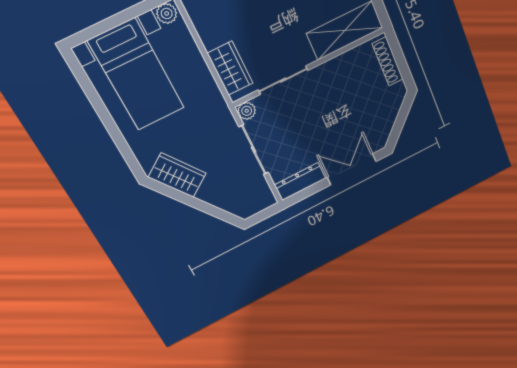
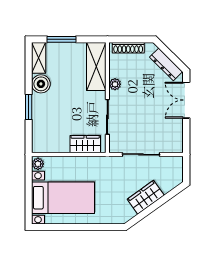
plant: (247, 111) -> (115, 84), moved
wardrobe: (177, 175) -> (146, 197), moved
dresser: (300, 182) -> (166, 64), moved, turned -45

